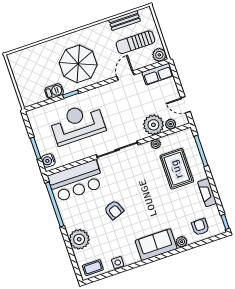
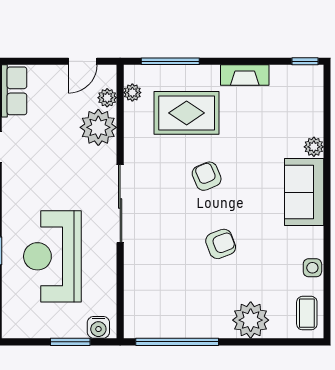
plant: (156, 144) -> (132, 93), moved
bar counter: (76, 181) -> (149, 292), removed
armchair: (200, 227) -> (207, 176), moved, turned 67

